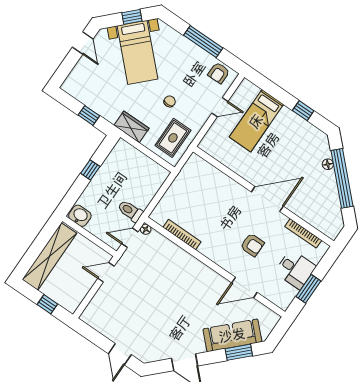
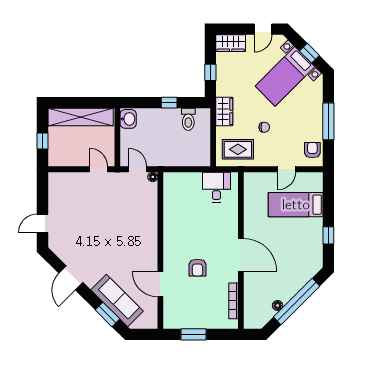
armchair: (219, 73) -> (312, 150), turned 90
wardrobe: (75, 80) -> (231, 43), added
door: (220, 107) -> (287, 169), hinge flipped
floor lamp: (328, 164) -> (278, 305), moved
toilet: (130, 211) -> (188, 119), moved, turned 180
bookcase: (182, 235) -> (168, 208), removed
desk: (295, 269) -> (216, 187), moved, turned 180

